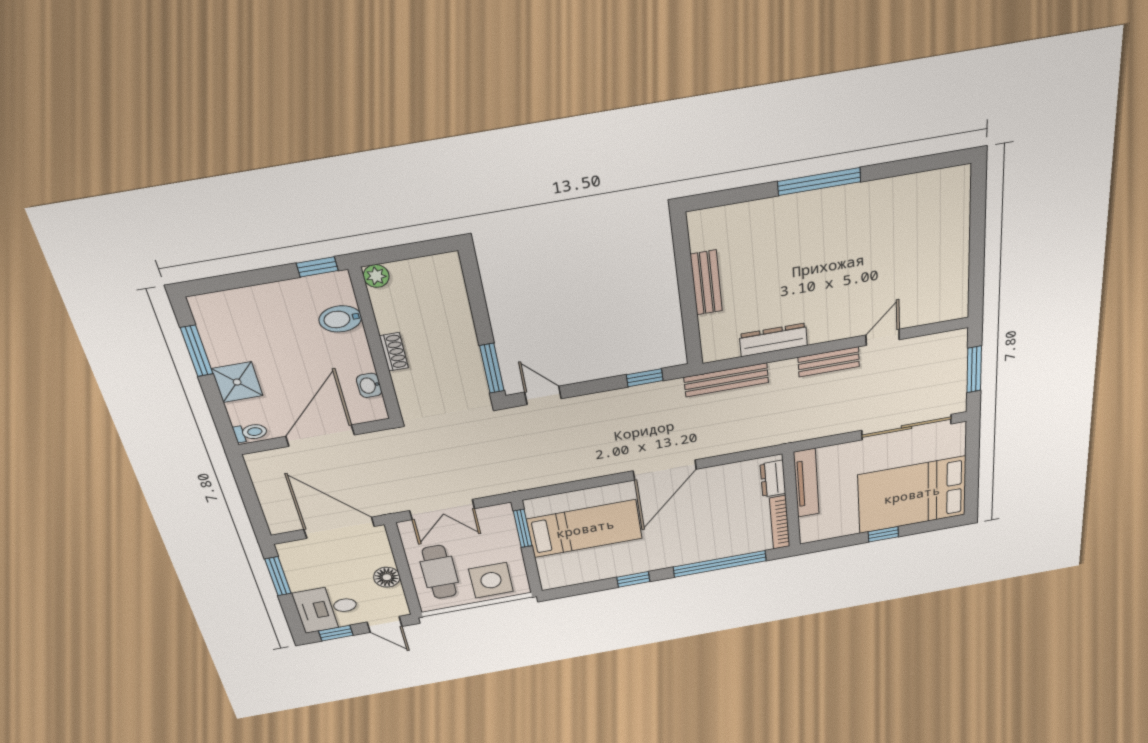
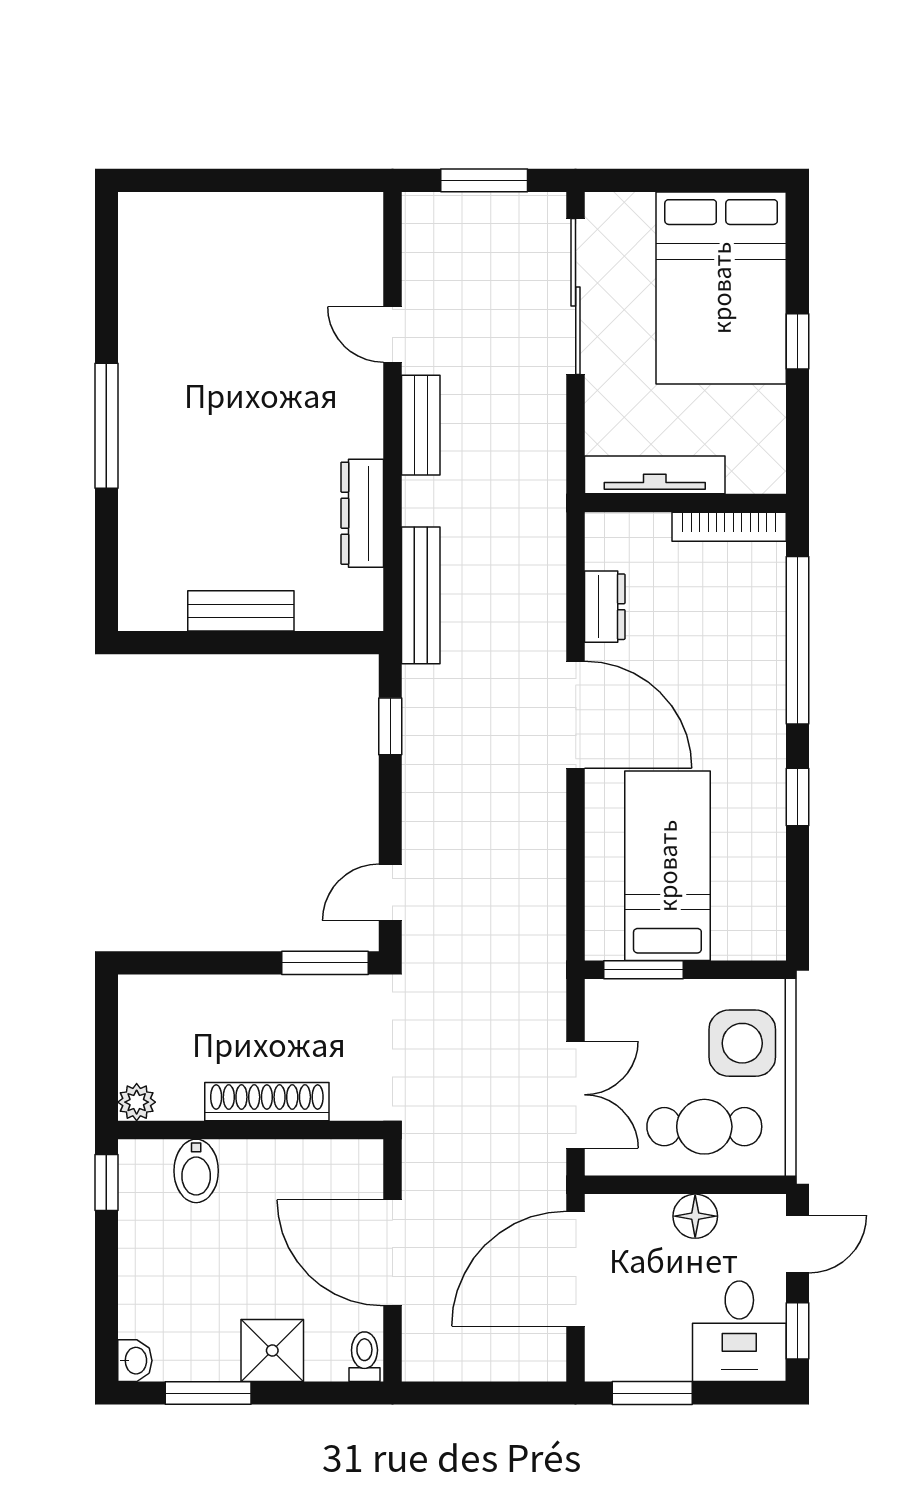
shoe rack: (394, 352) -> (267, 1102), width x1.94, depth x1.24
washbasin: (369, 385) -> (135, 1361), moved, turned -90
dresser: (773, 479) -> (605, 607), moved, turned -90

